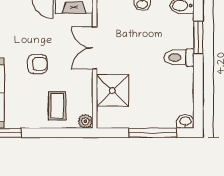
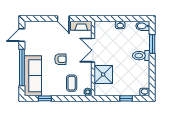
window: (153, 133) -> (126, 98), width x0.46

